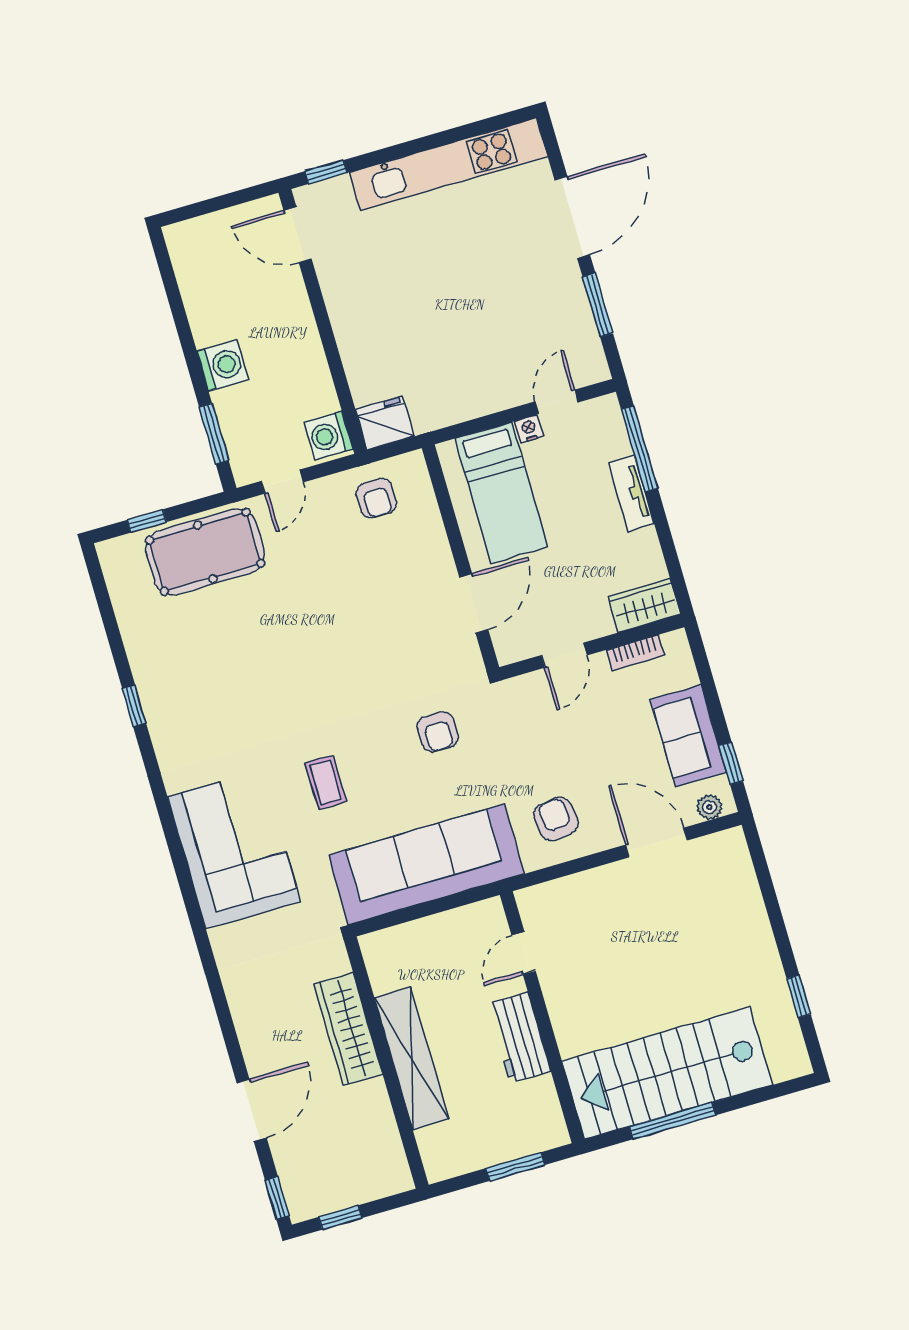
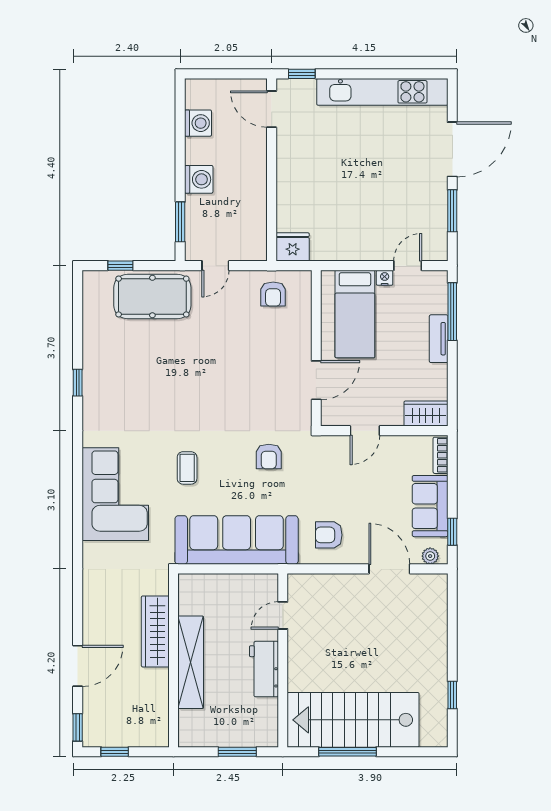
washing machine: (328, 436) -> (198, 123), moved, turned 180
bookcase: (635, 653) -> (440, 455), moved, turned 90
armchair: (556, 819) -> (329, 535), turned -83

